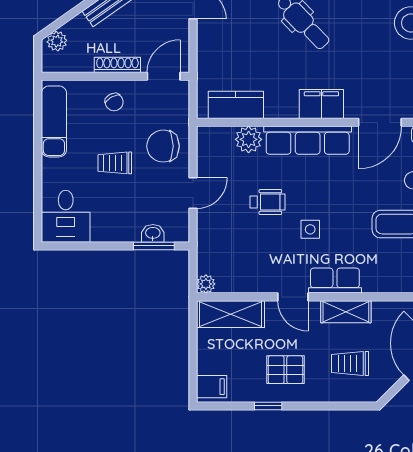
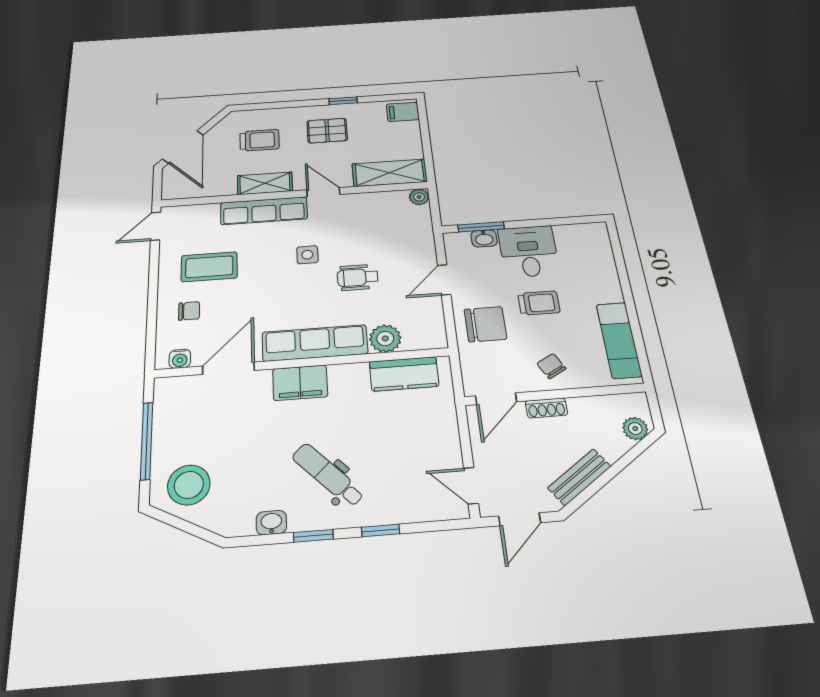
shoe rack: (117, 65) -> (546, 408), width x0.70
desk: (66, 216) -> (529, 251), moved
row of seats: (335, 281) -> (264, 211), width x1.48

